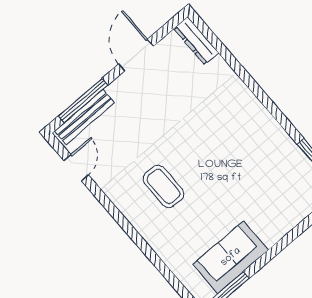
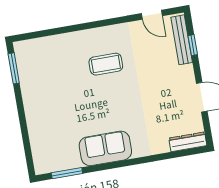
window: (83, 101) -> (193, 45), width x0.46
sofa: (231, 257) -> (105, 148), moved, turned -90

